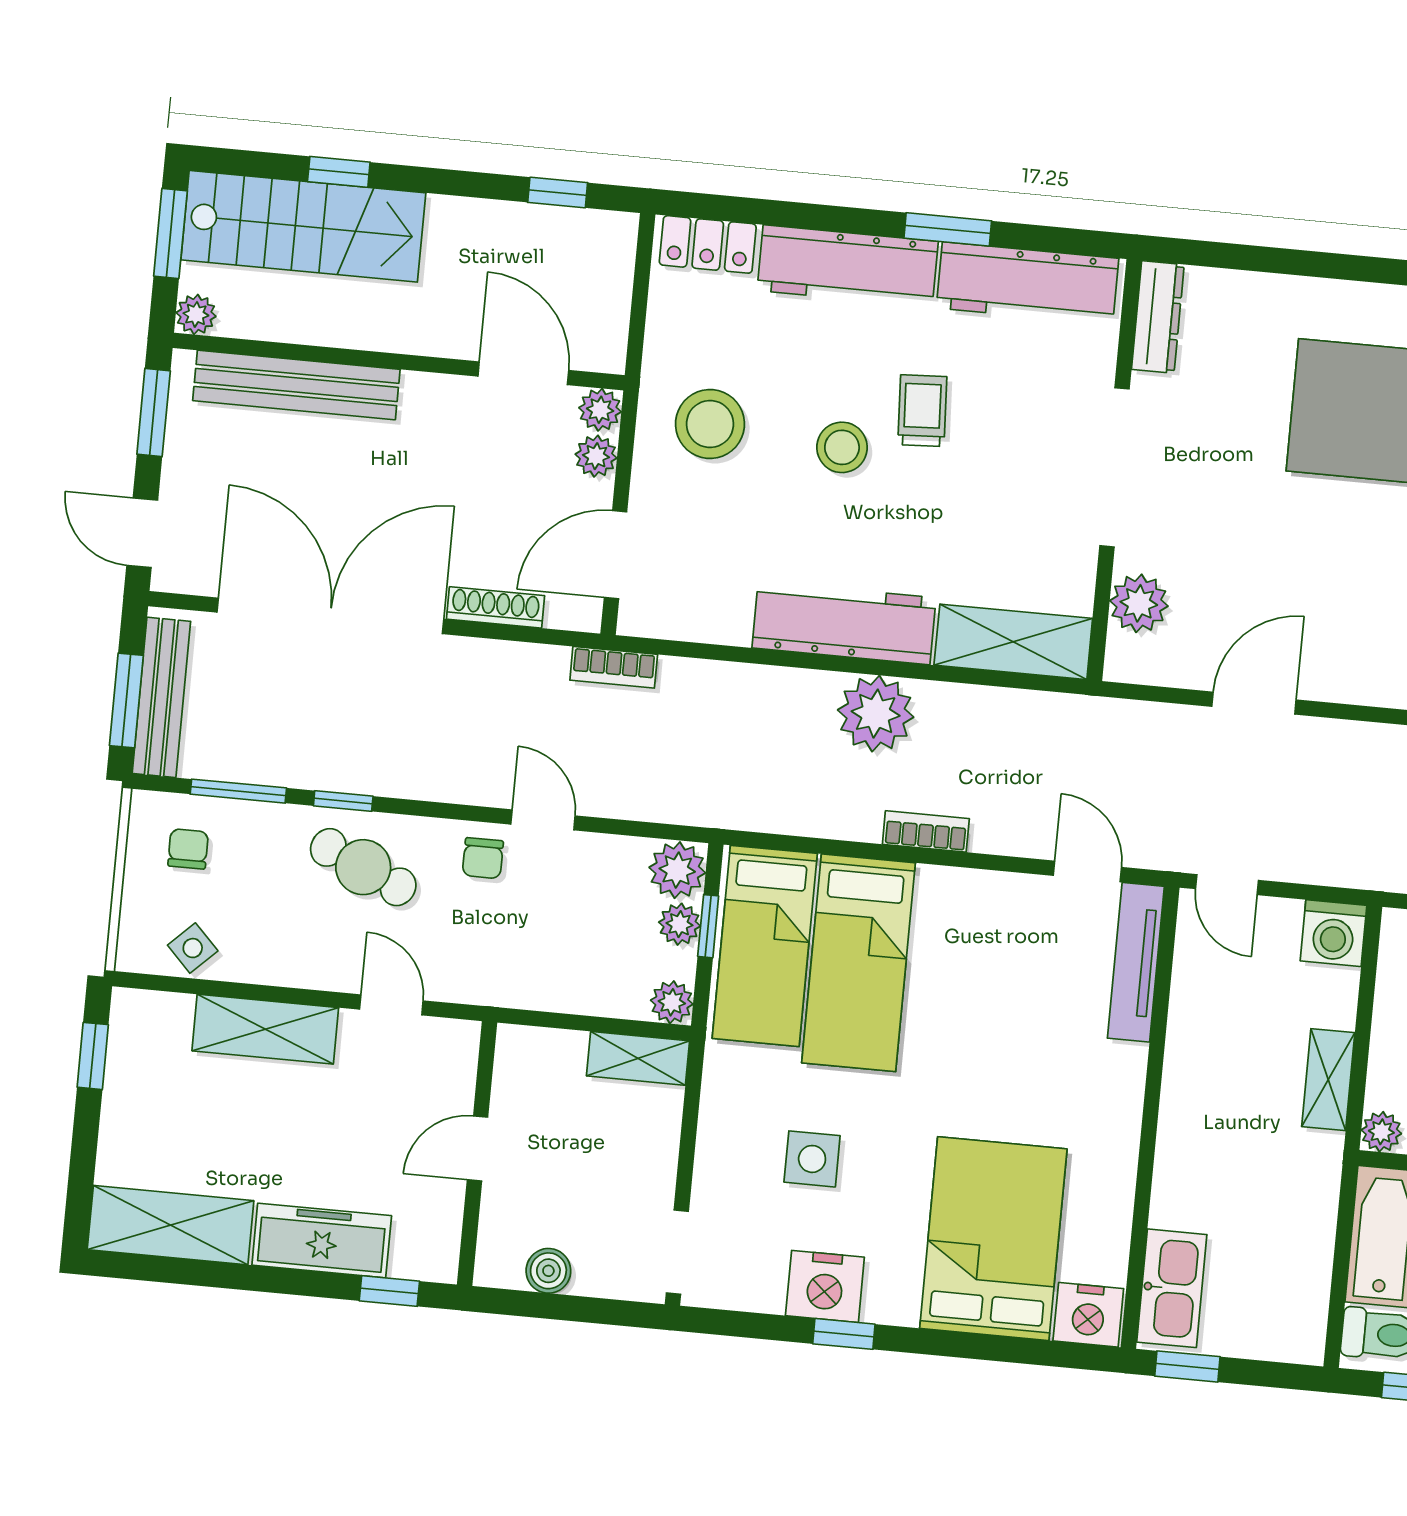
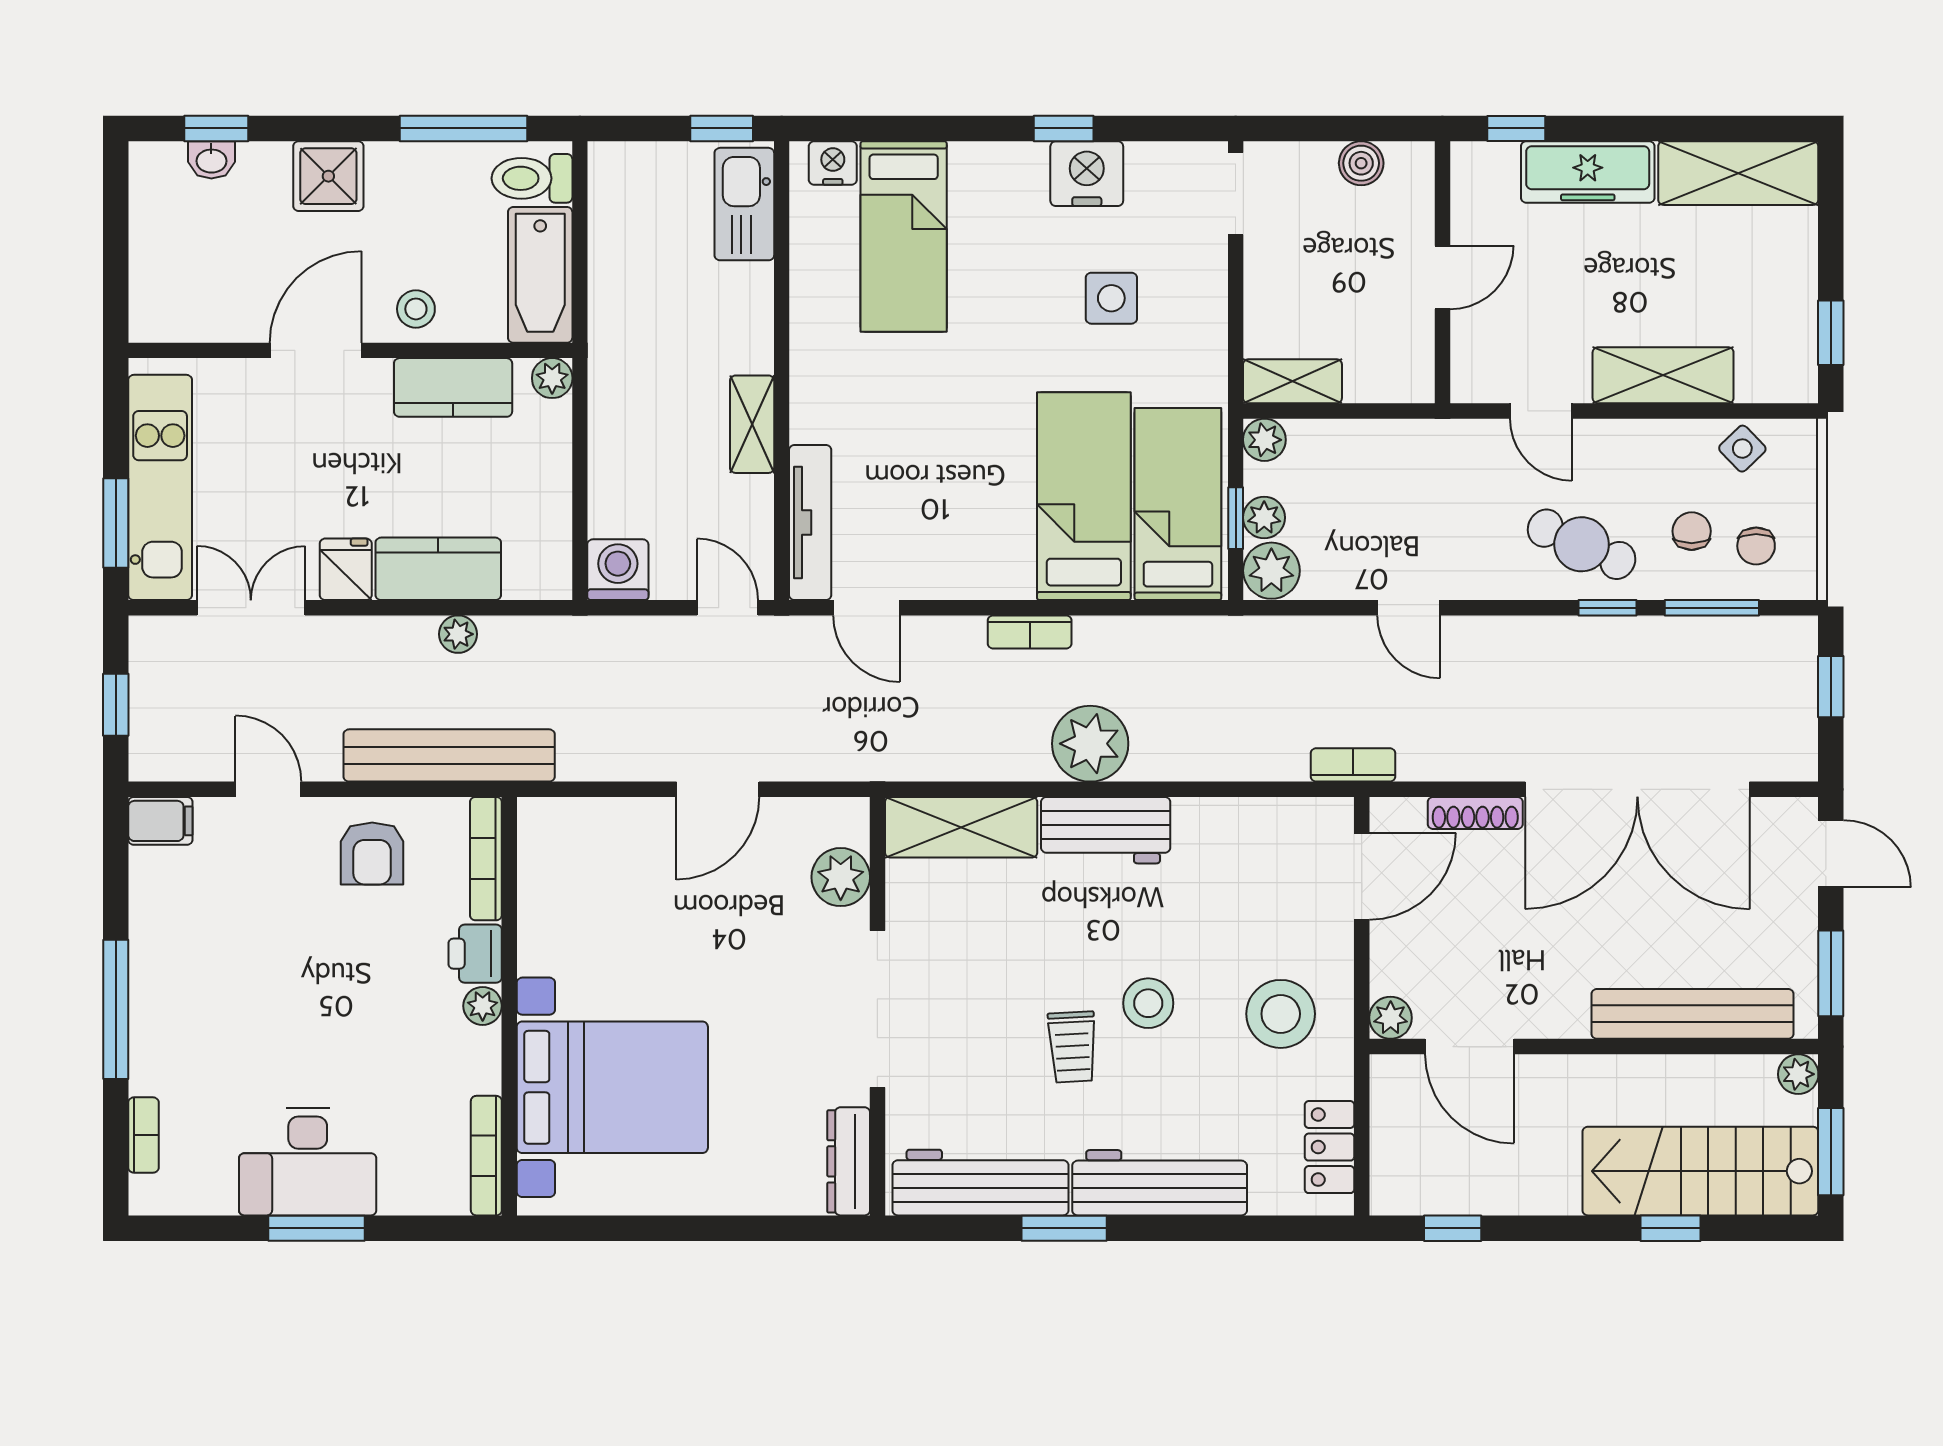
locker: (708, 244) -> (1330, 1147), moved, turned -90
plant: (596, 456) -> (1390, 972), removed
workbench: (844, 623) -> (1106, 830), width x0.73
bench: (161, 697) -> (1796, 693), removed
window: (126, 701) -> (1831, 687), width x0.67
chair: (483, 858) -> (1692, 531), moved
shelving: (1328, 1080) -> (752, 424), moved
bed: (993, 1239) -> (904, 236), width x0.67
nightstand: (1088, 1315) -> (833, 163), width x0.74, depth x0.75

